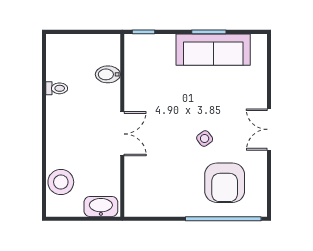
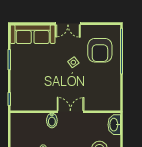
sofa: (213, 50) -> (33, 34), moved, turned 90
bidet: (108, 74) -> (52, 120), moved
armchair: (225, 183) -> (100, 50), turned 90

